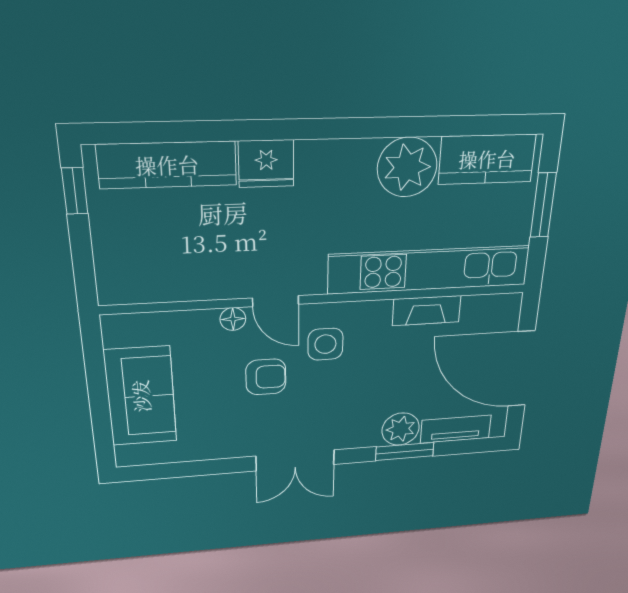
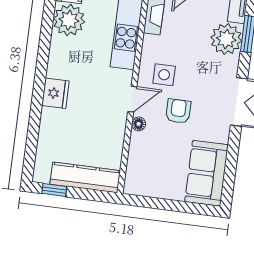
kitchen counter: (167, 165) -> (85, 177), moved, turned -90
sofa: (141, 396) -> (207, 173), moved, turned -90
plant: (401, 429) -> (226, 39), width x1.36, depth x1.36

